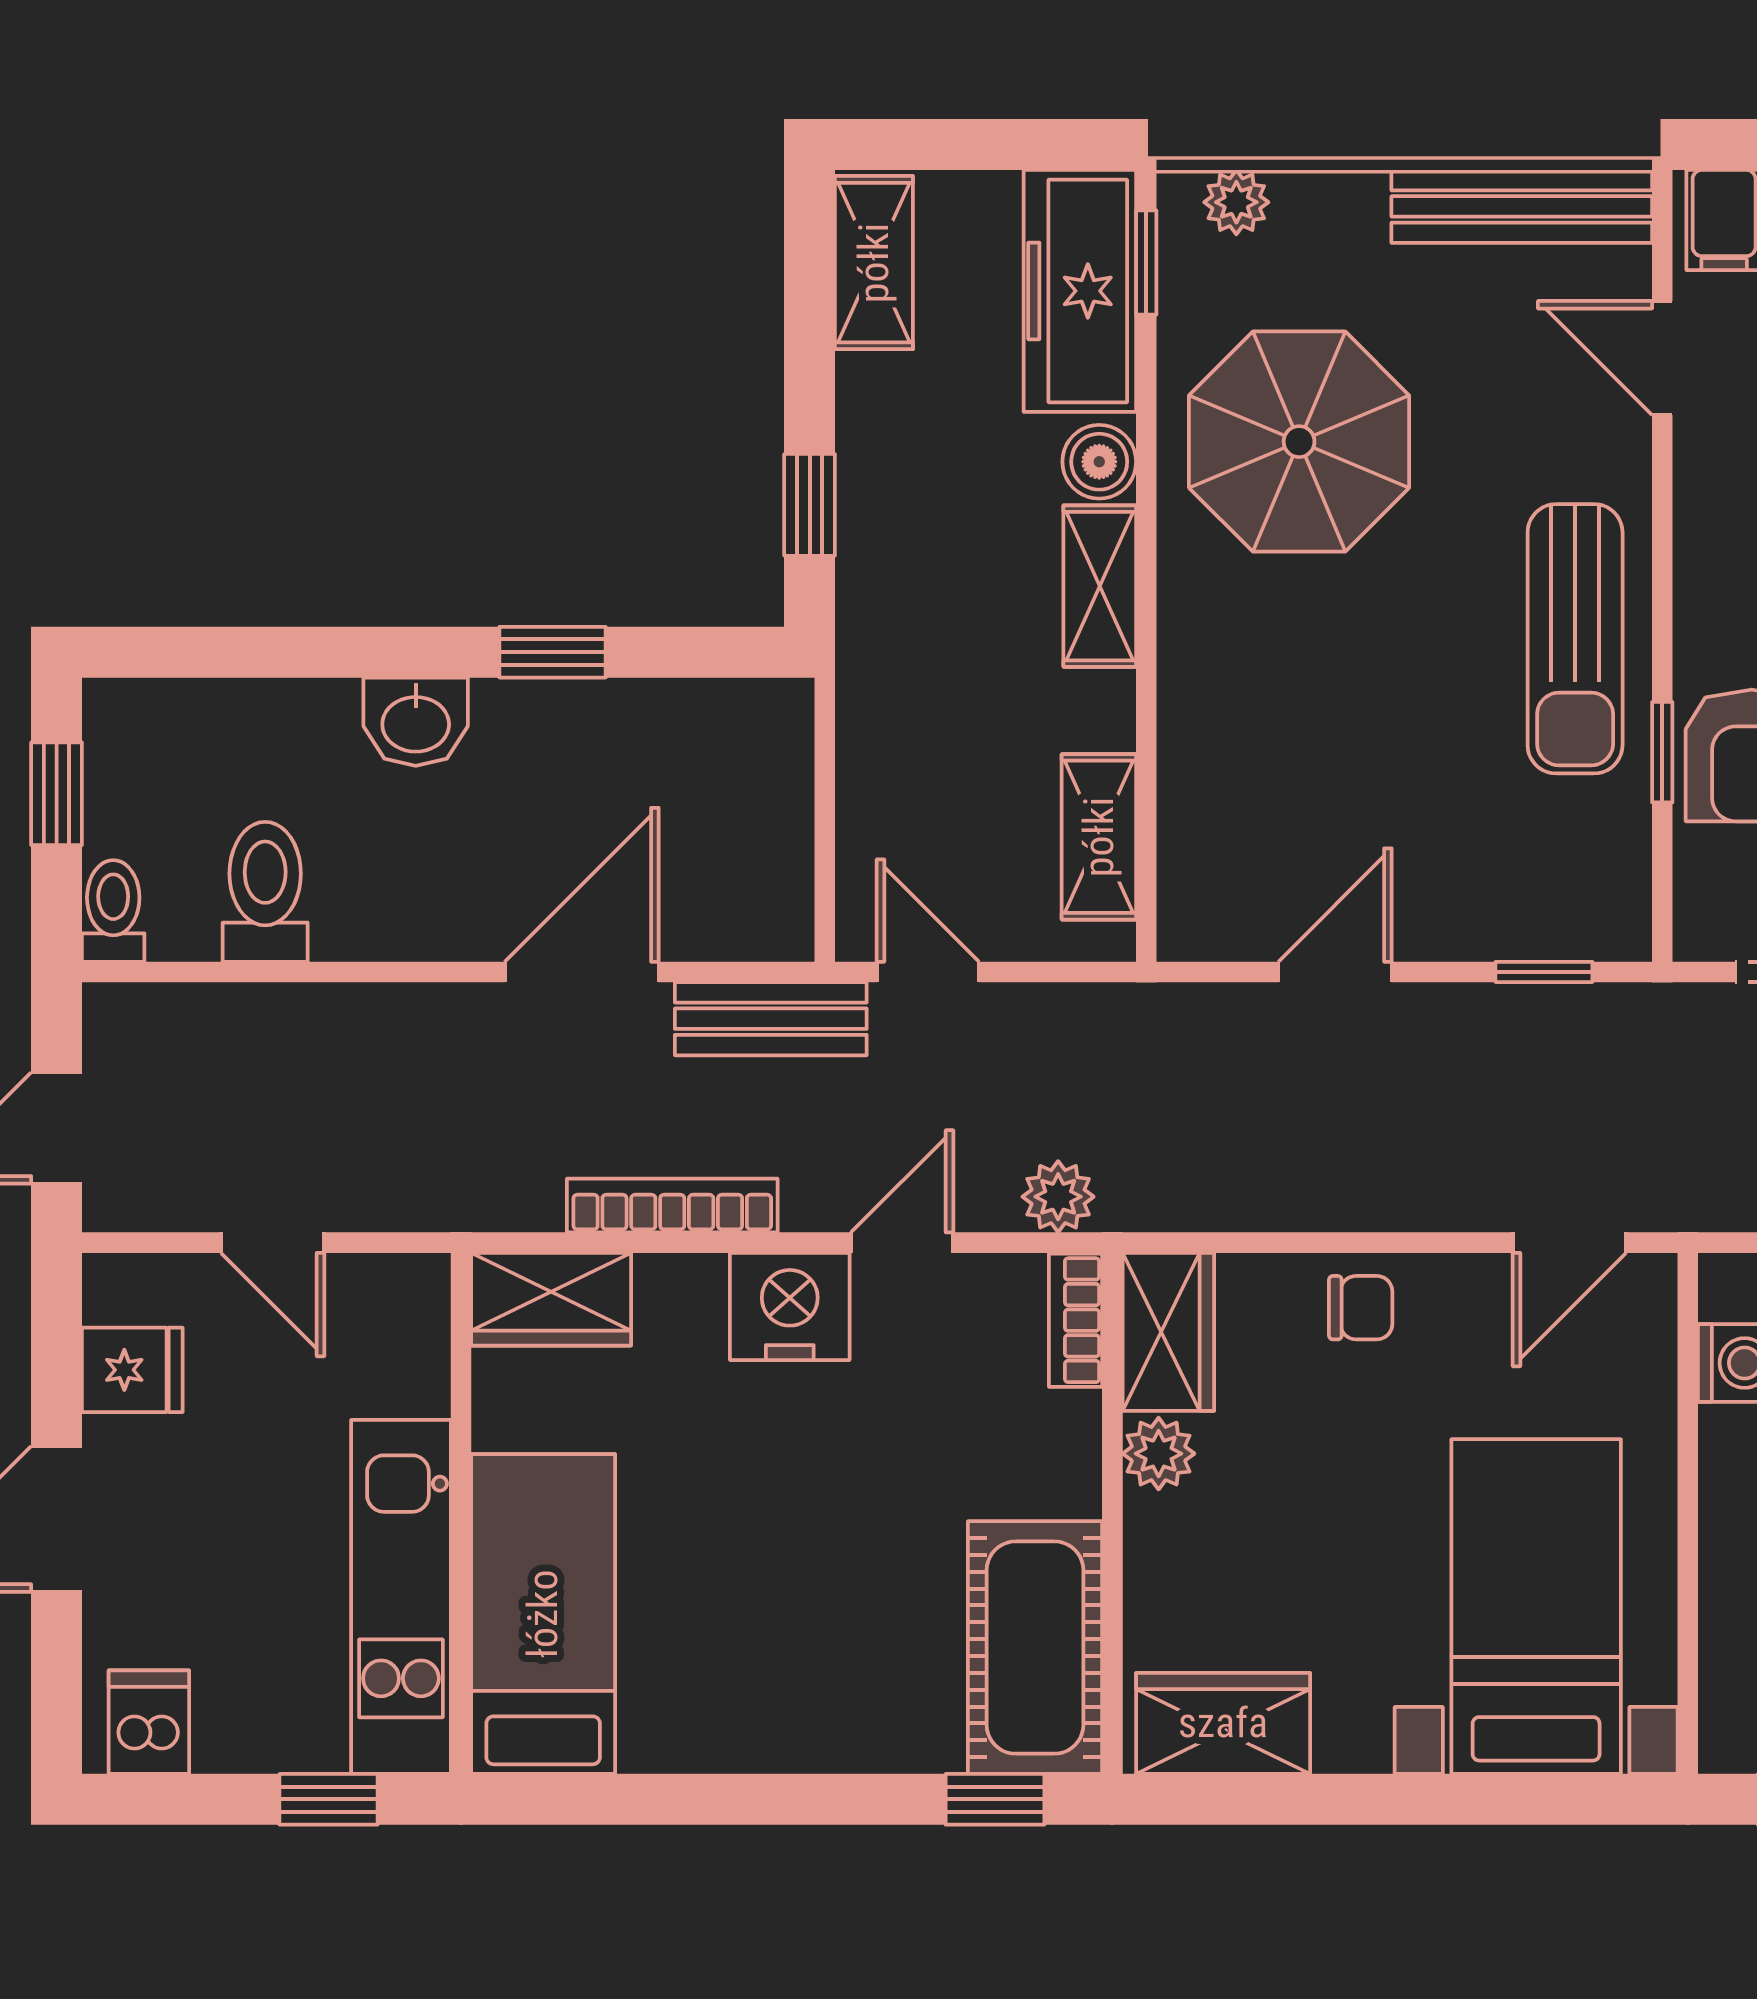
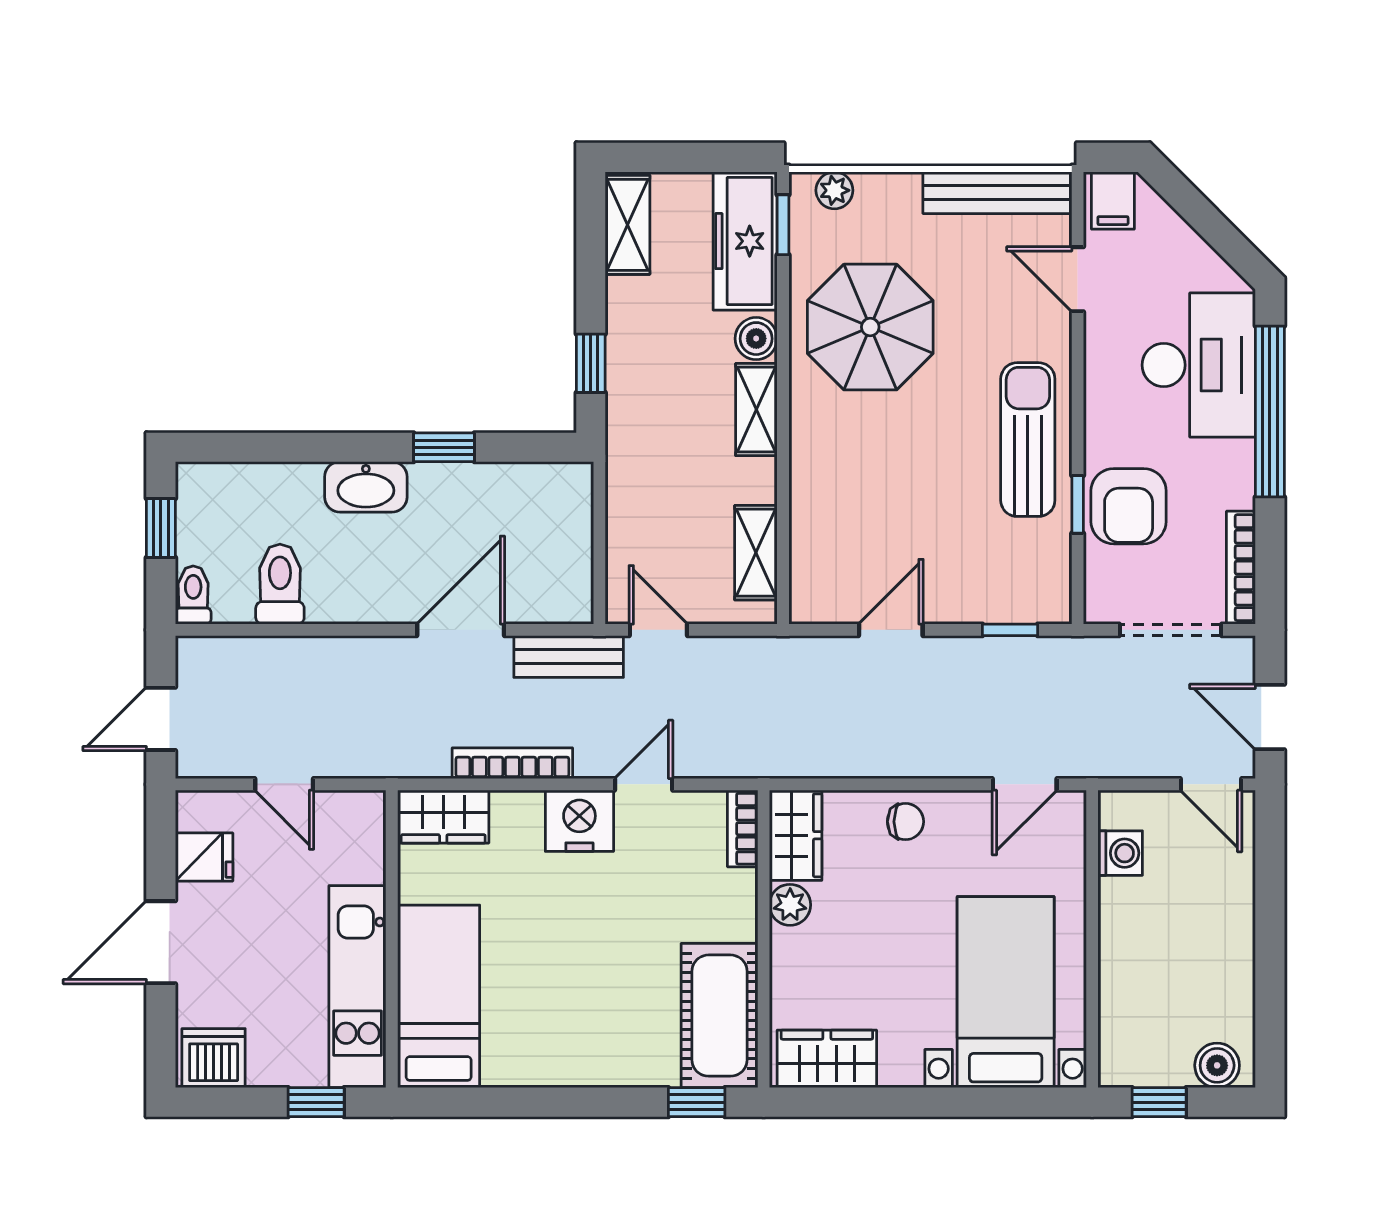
sun lounger: (1575, 639) -> (1028, 440), turned 180
washbasin: (416, 722) -> (366, 487), width x1.38
plant: (1058, 1197) -> (733, 758), removed
dishwasher: (149, 1722) -> (214, 1058), width x1.38

